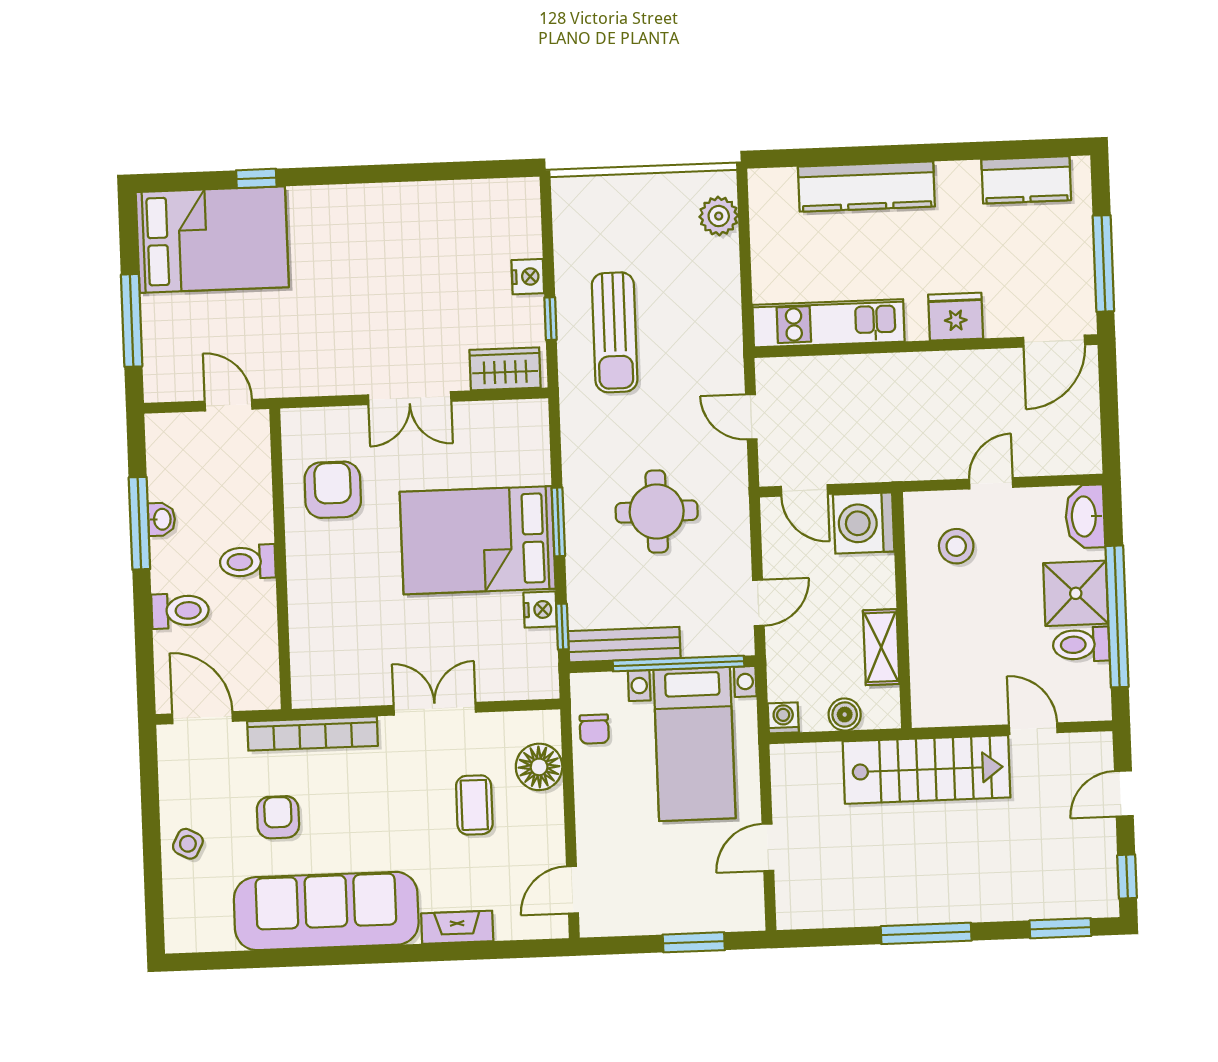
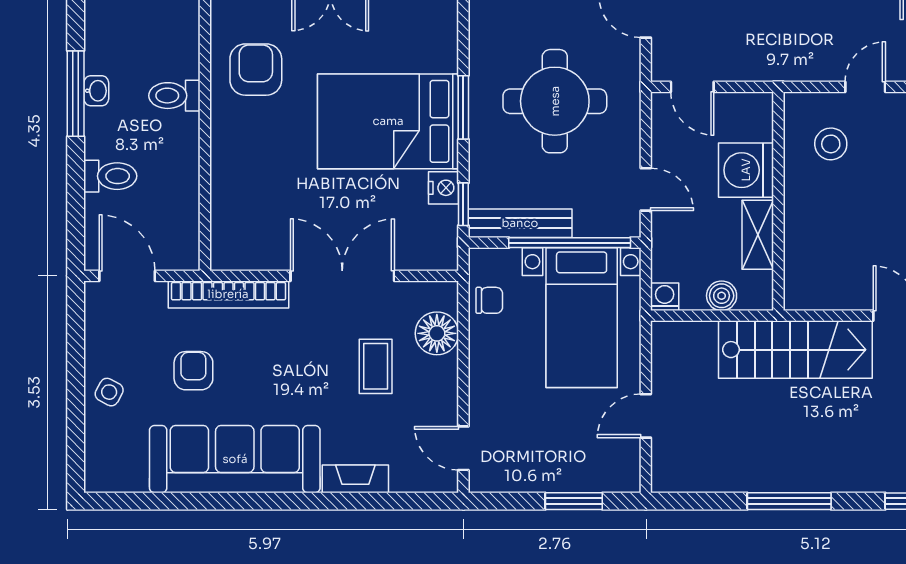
round table: (657, 511) -> (555, 101), width x1.36, depth x1.36
washing machine: (864, 523) -> (746, 170), moved
toilet: (248, 562) -> (174, 96), moved
door: (758, 603) -> (646, 189), hinge flipped
double door: (435, 709) -> (342, 276), width x1.37
chair: (594, 729) -> (489, 300), turned -90
door: (572, 890) -> (463, 448), hinge flipped

